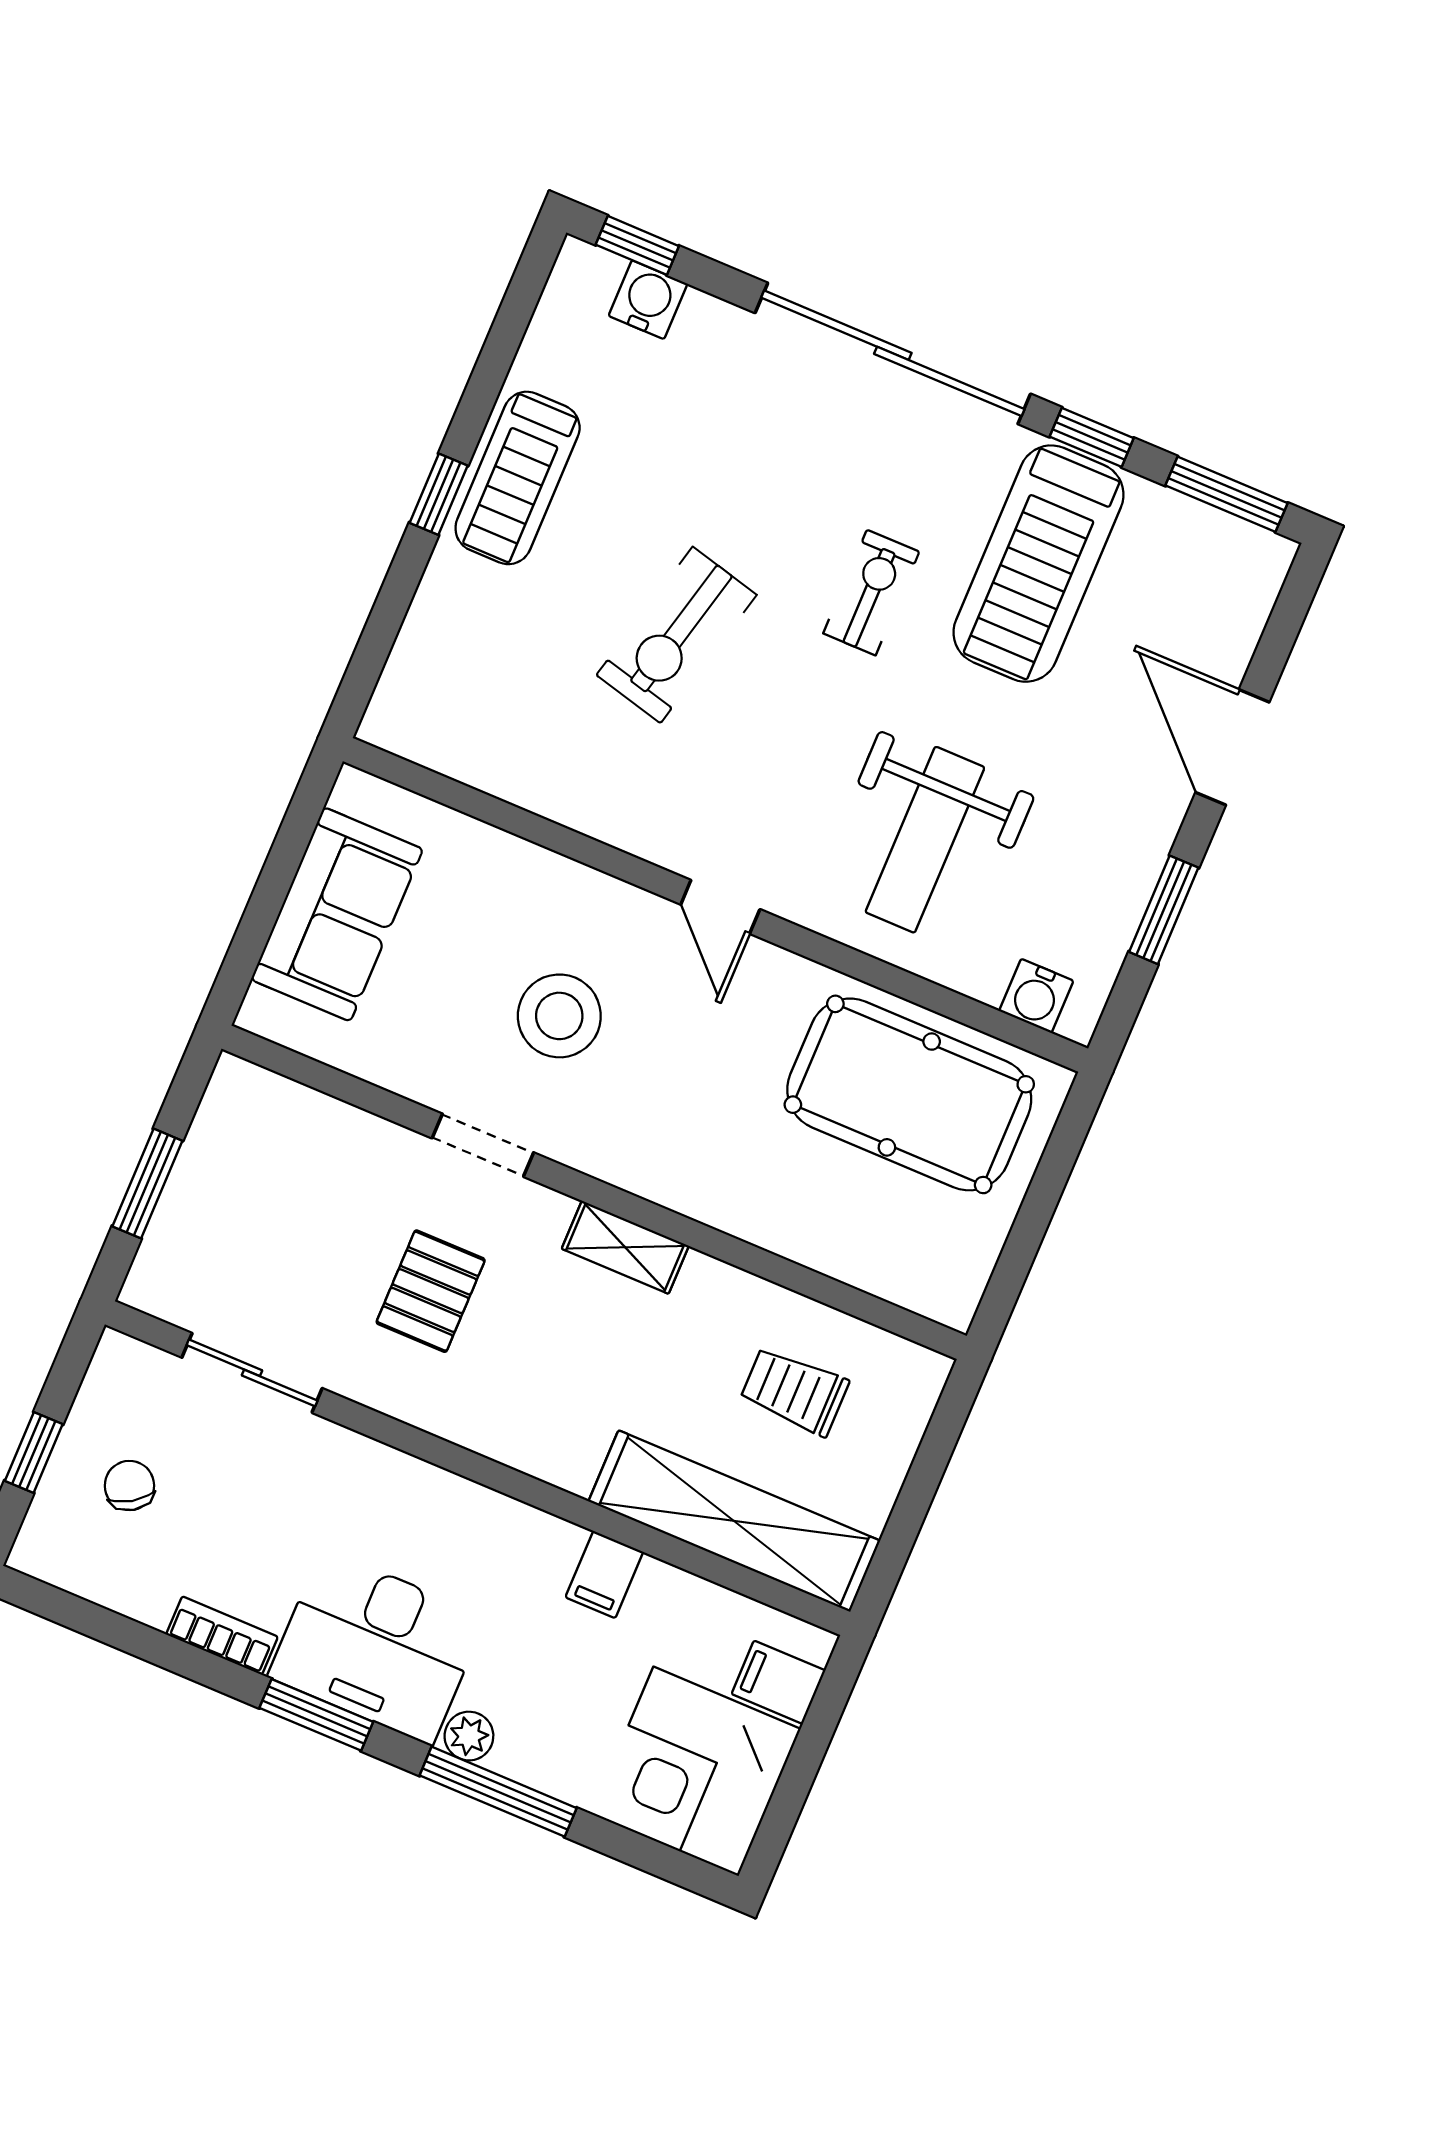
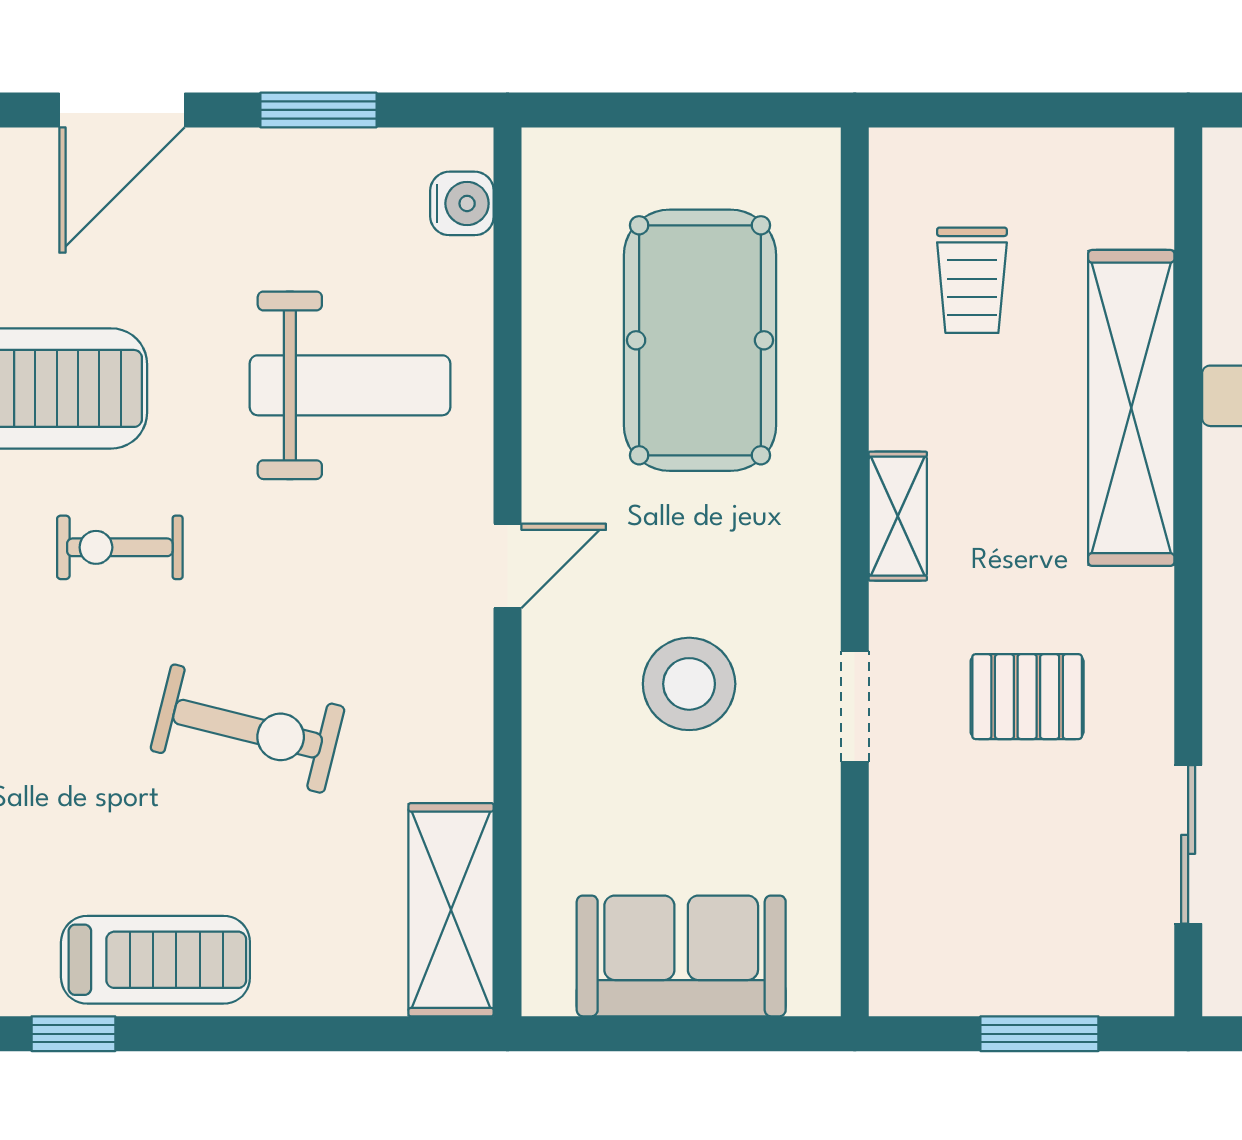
window: (439, 494) -> (73, 1034), moved
shelving: (456, 740) -> (451, 910), added
pool table: (909, 1094) -> (700, 340), moved
shelving: (734, 1521) -> (1131, 408), moved

